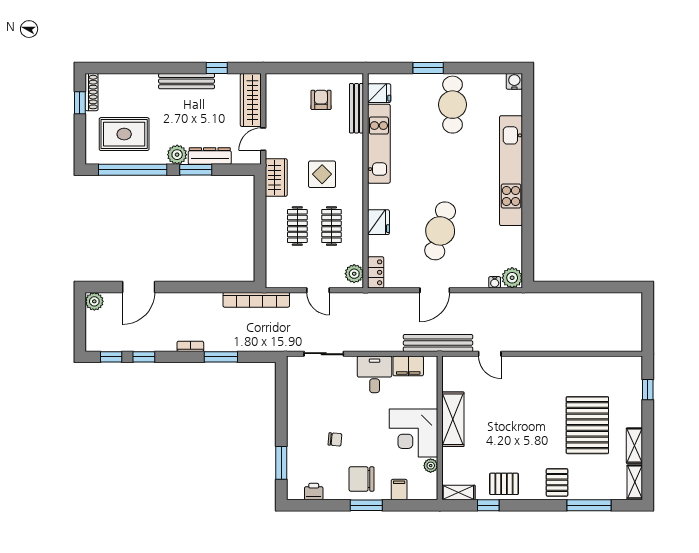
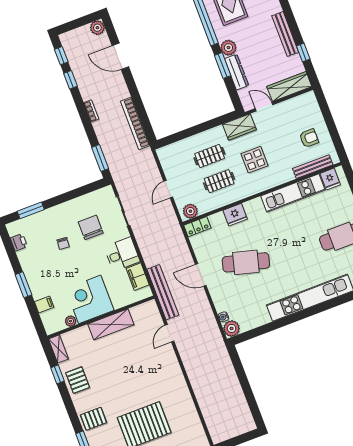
bookcase: (256, 300) -> (135, 123), moved
window: (221, 357) -> (100, 158), moved
chair: (361, 479) -> (91, 227), moved

